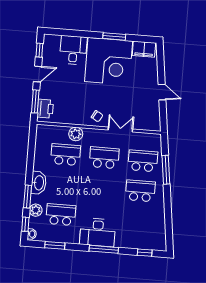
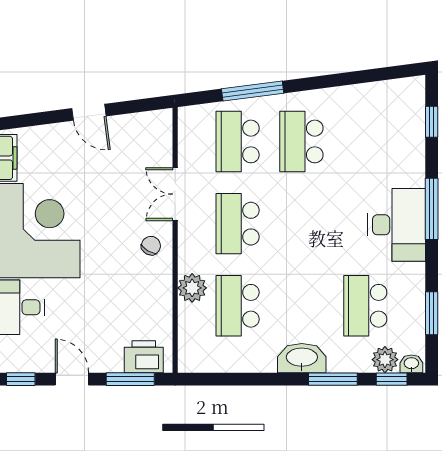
door: (162, 92) -> (89, 112), swing flipped
plant: (36, 210) -> (385, 360), moved

